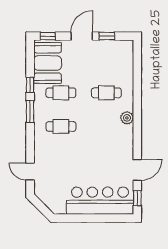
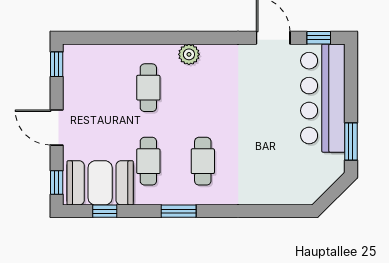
window: (107, 36) -> (57, 64), moved
window: (30, 85) -> (105, 211), moved
door: (30, 172) -> (276, 211), removed
window: (73, 218) -> (351, 141), added

